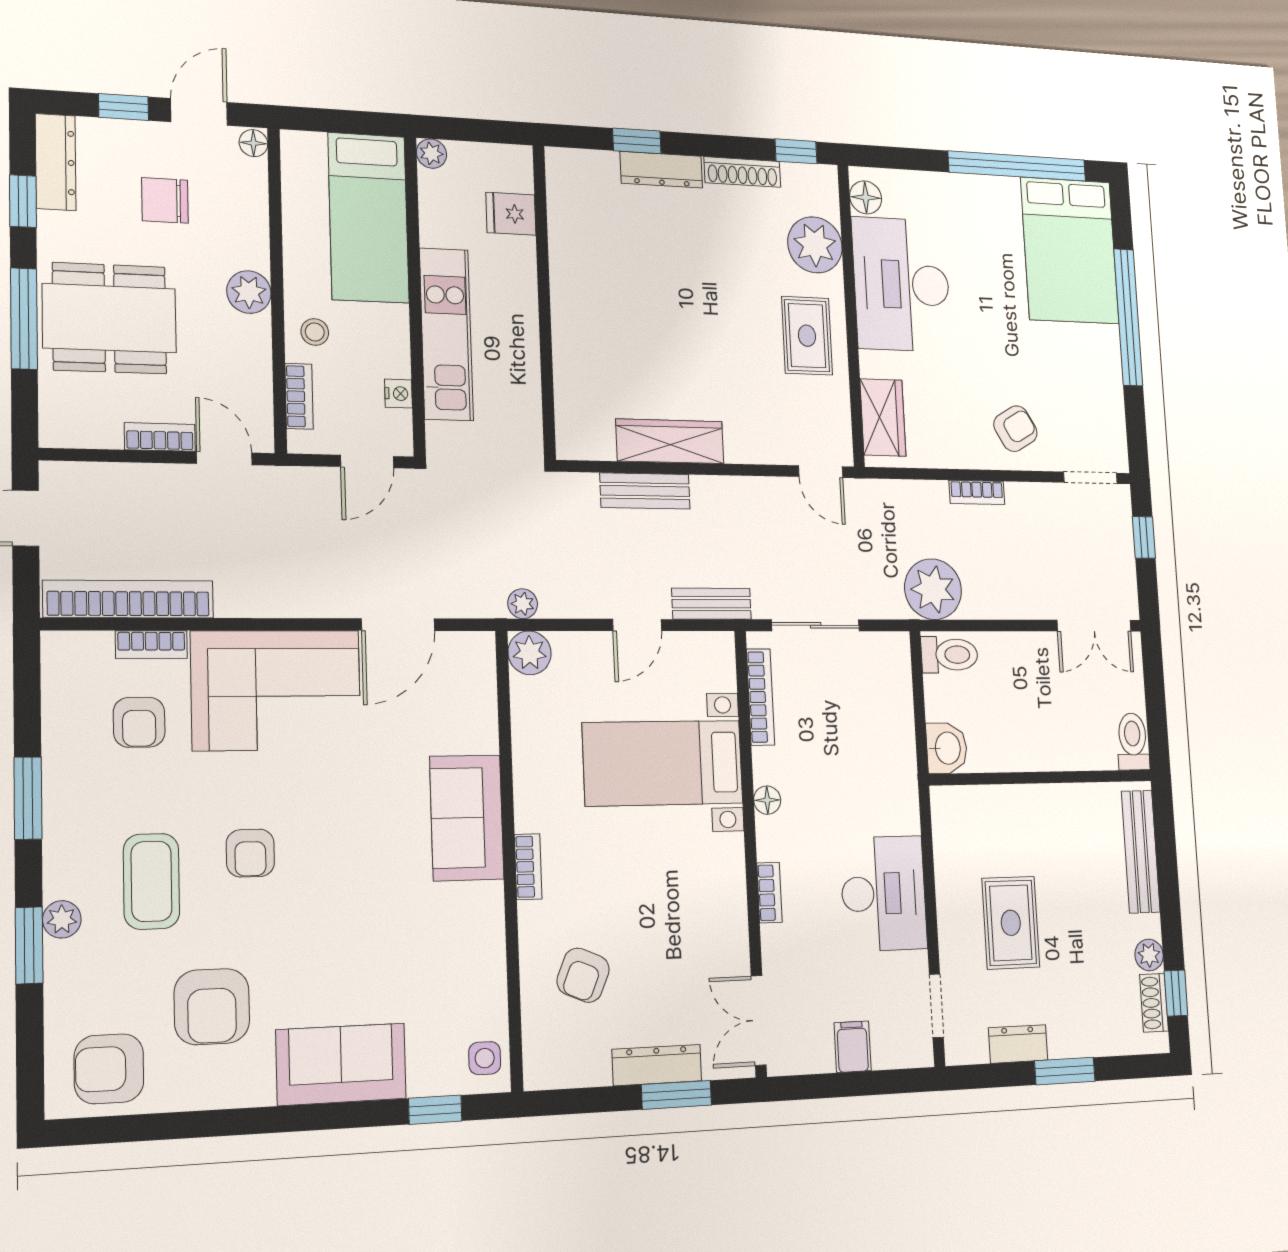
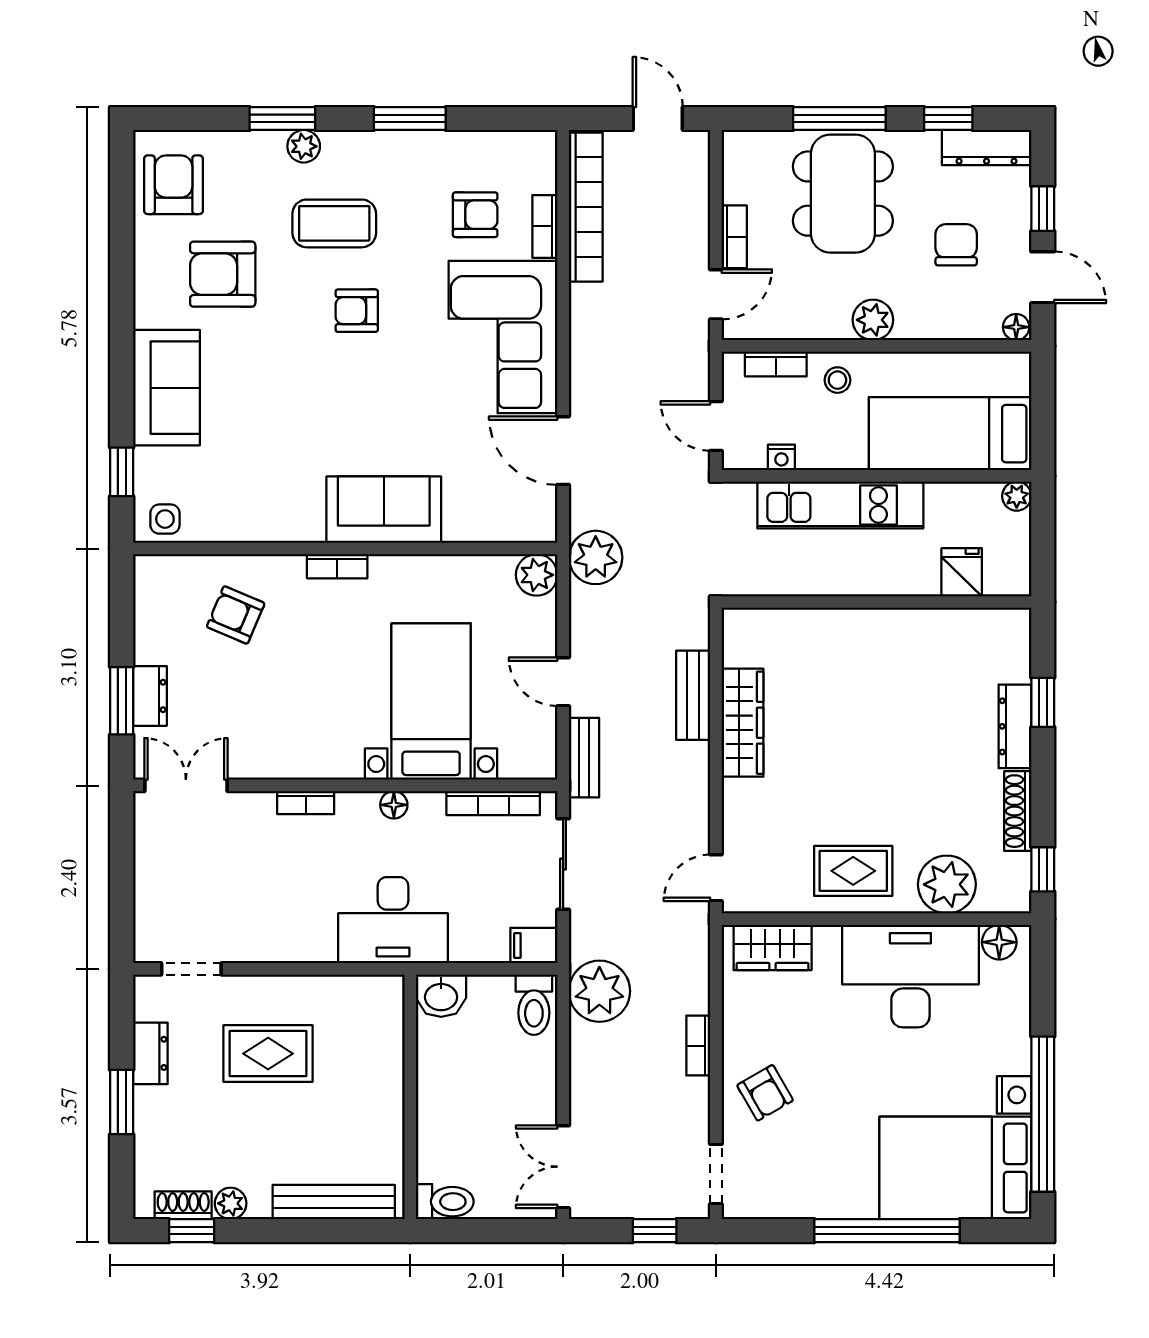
nightstand: (1002, 192) -> (1014, 1095), added
plant: (523, 604) -> (596, 557), width x1.88, depth x1.88
armchair: (139, 722) -> (475, 215), turned 180
desk: (884, 893) -> (393, 920), moved
filing cabinet: (853, 1047) -> (534, 945), moved, turned 180
dresser: (657, 1065) -> (150, 696), width x0.70

